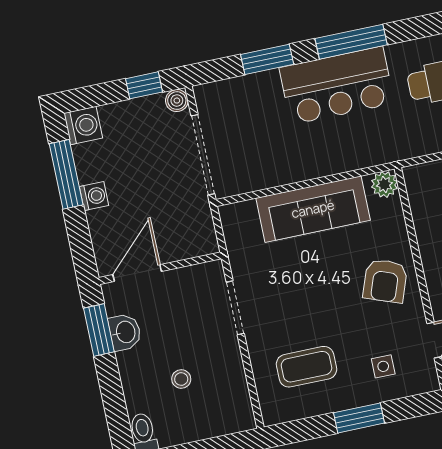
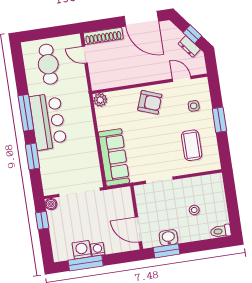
washing machine: (83, 125) -> (82, 250), moved
sofa: (313, 209) -> (114, 157), moved

